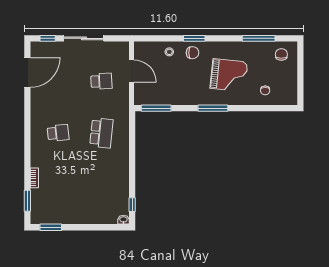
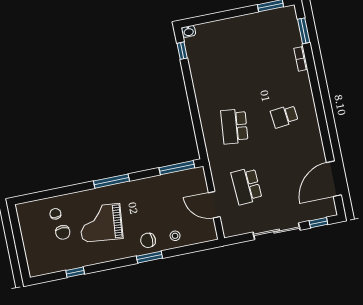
window: (259, 38) -> (75, 272), width x0.46
chair: (281, 54) -> (63, 232), moved
school desk: (101, 81) -> (246, 186), width x1.85

